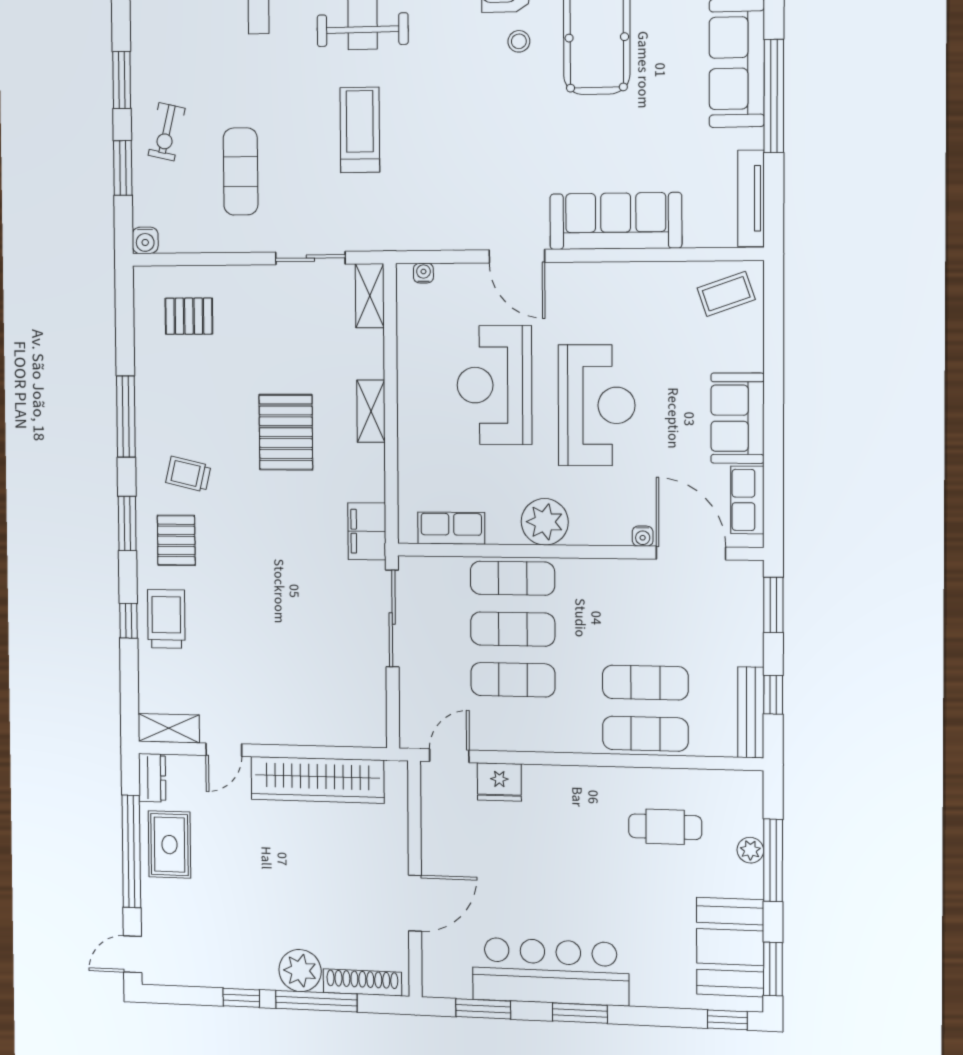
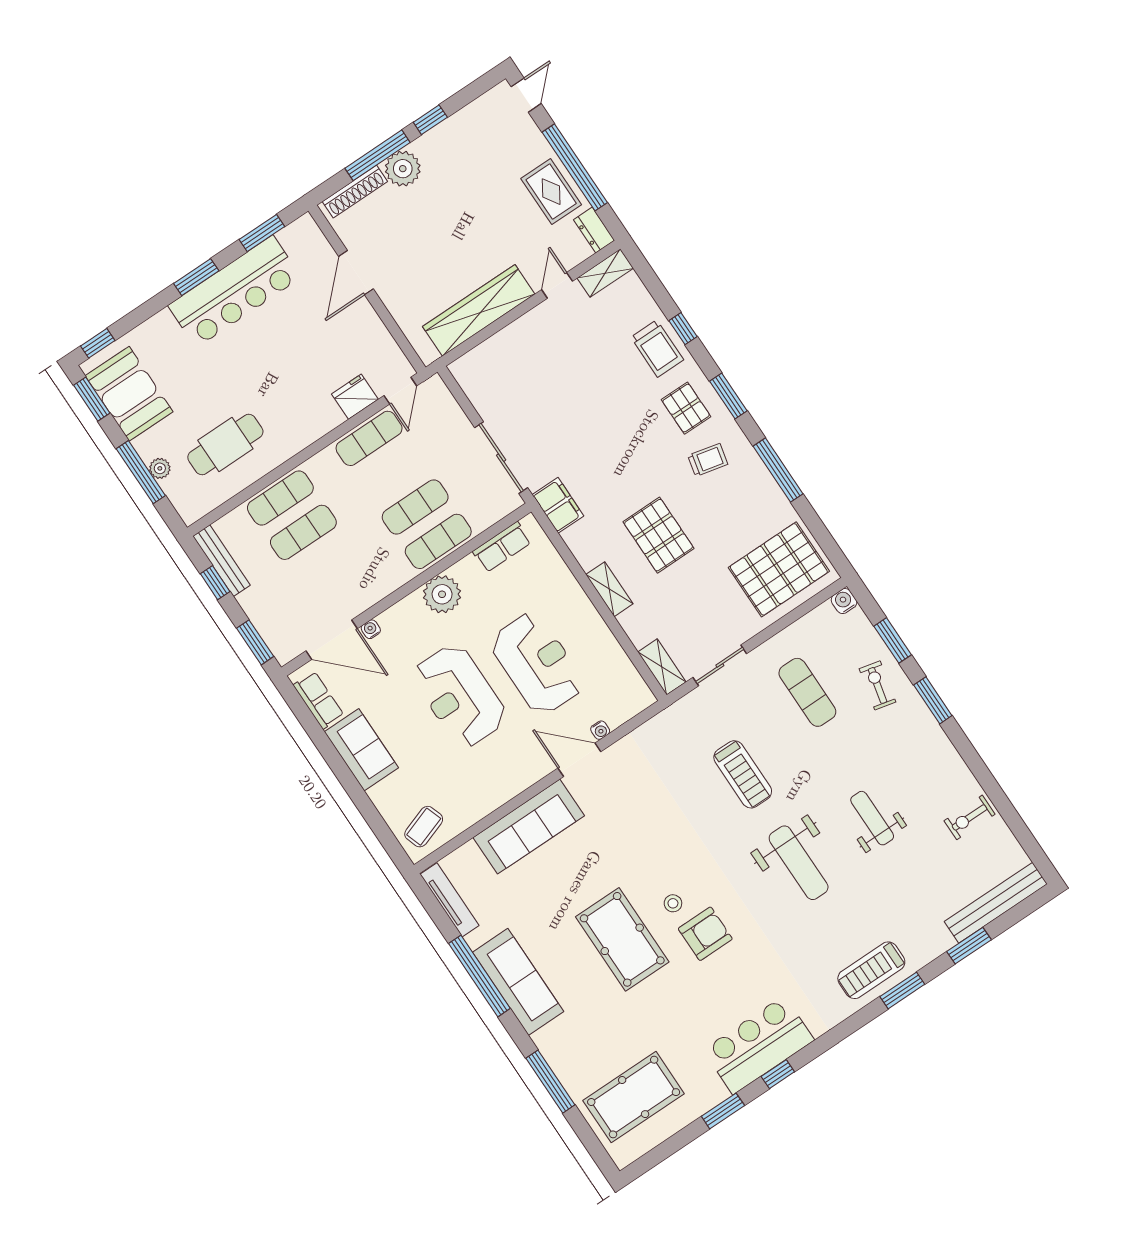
water cooler: (423, 273) -> (600, 730), moved
pallet: (189, 316) -> (779, 569), width x2.05, depth x2.00
exercise mat: (513, 680) -> (369, 438), moved
cafe table: (665, 827) -> (225, 444), width x1.37, depth x1.35

